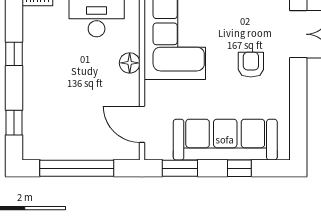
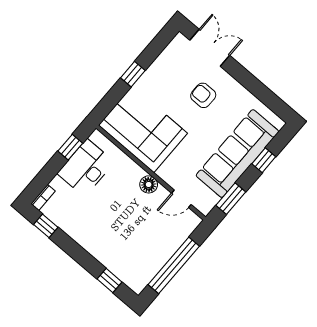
window: (14, 54) -> (46, 226), moved
floor lamp: (130, 63) -> (149, 184), moved
door: (142, 124) -> (181, 199), width x0.73

